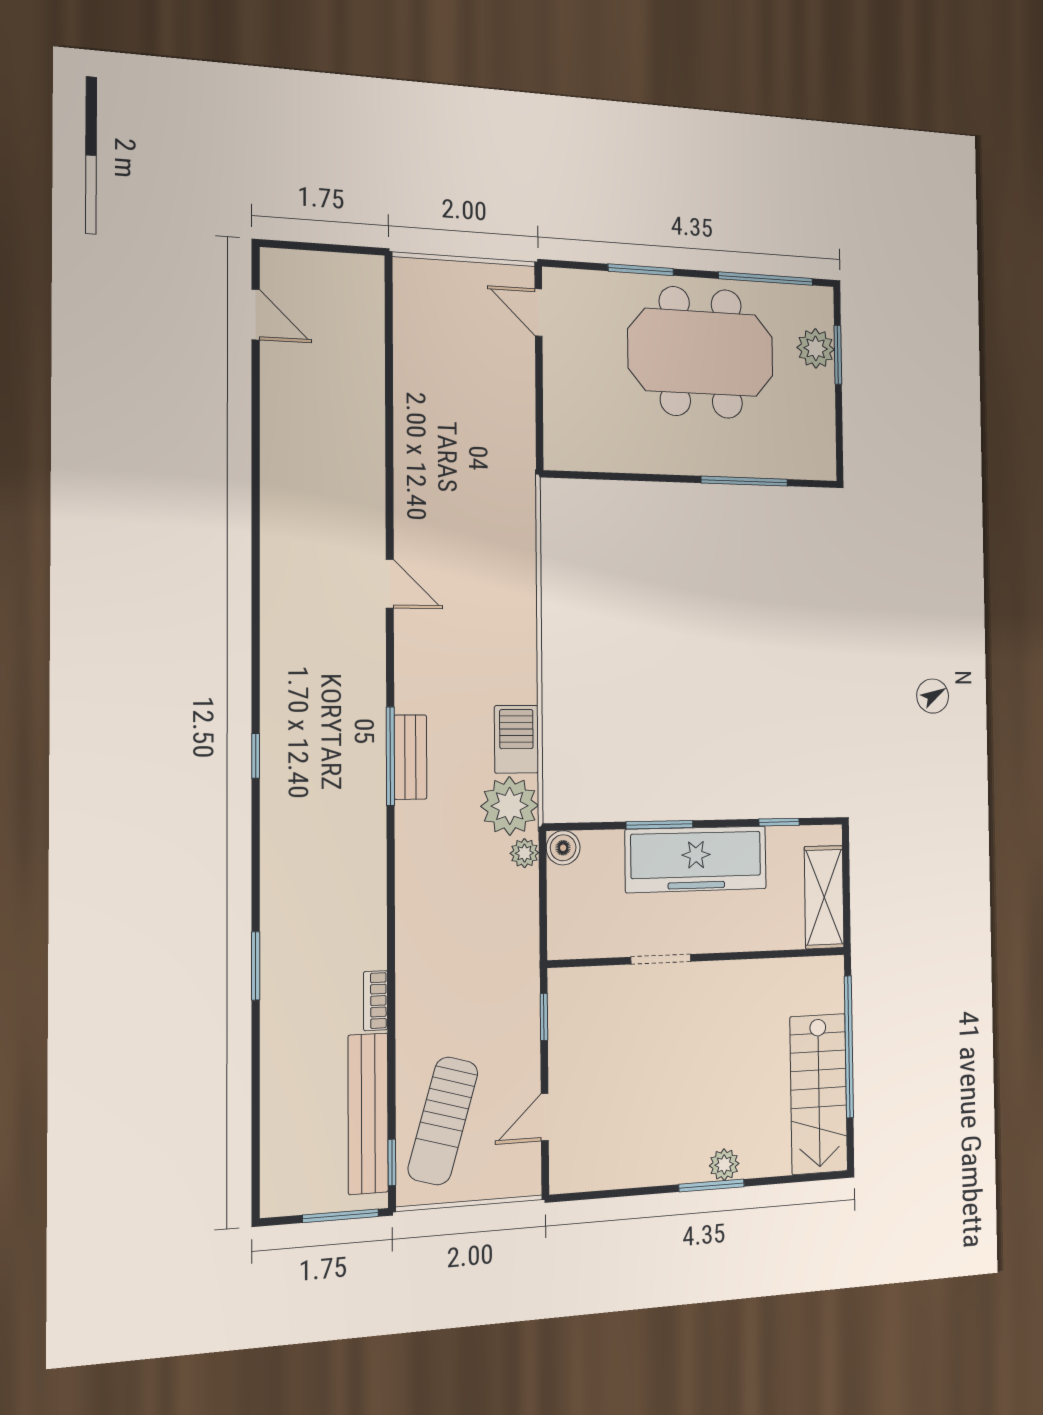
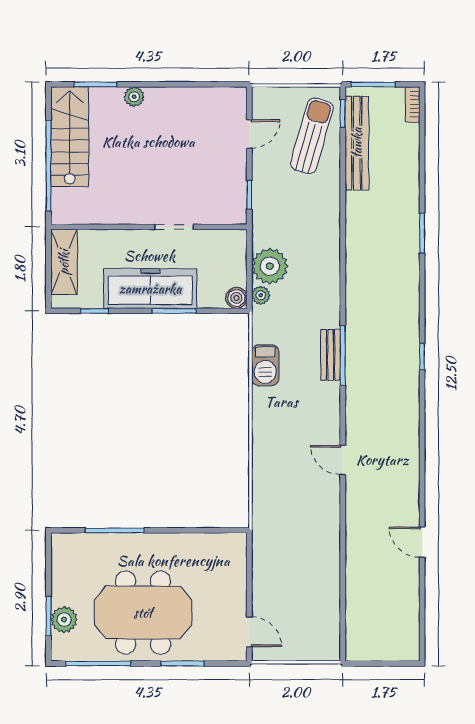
door: (256, 315) -> (422, 542), moved
plant: (510, 806) -> (270, 266), moved
bookcase: (376, 1001) -> (413, 104), moved, turned 180
window: (712, 1185) -> (95, 84), moved

